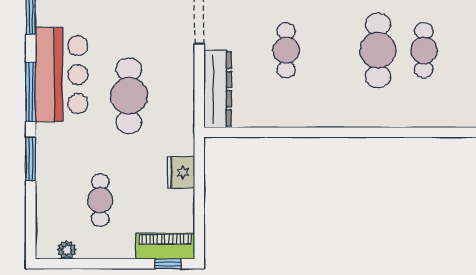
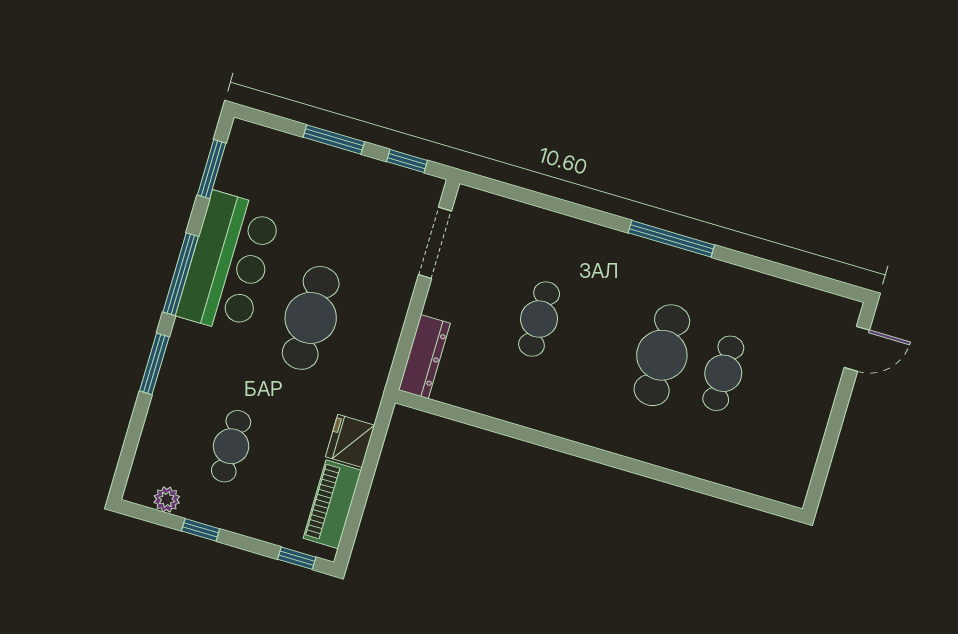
dresser: (218, 89) -> (424, 357), width x0.73, depth x0.80
piano: (165, 246) -> (332, 504), moved, turned -90
window: (96, 264) -> (201, 530), added

